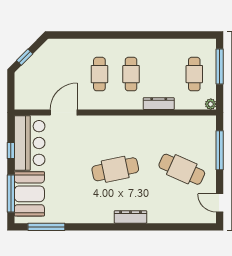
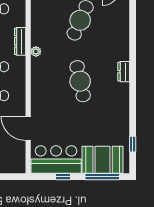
plant: (148, 121) -> (36, 52), added
dresser: (131, 217) -> (124, 72), width x0.70
window: (46, 227) -> (133, 144), width x0.46

